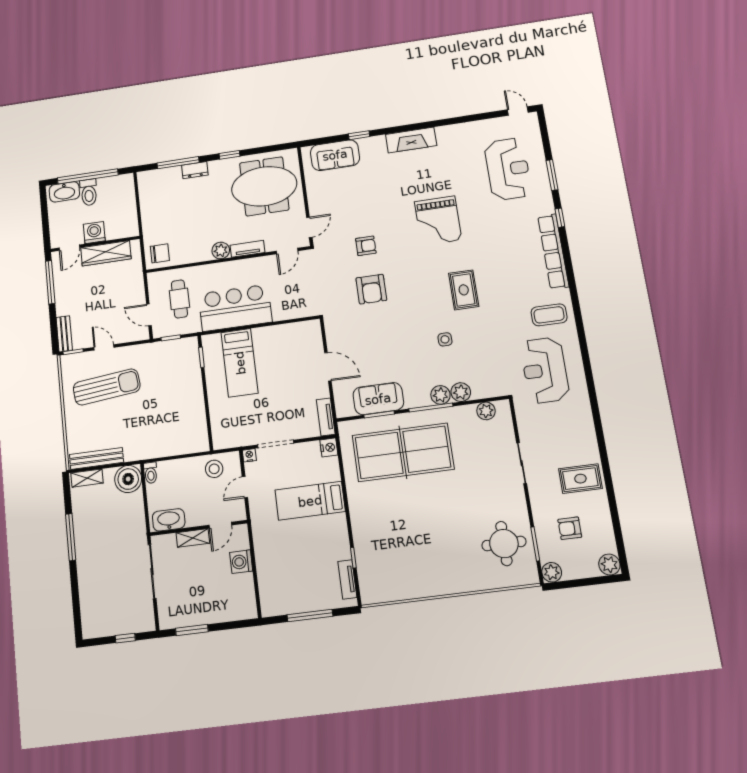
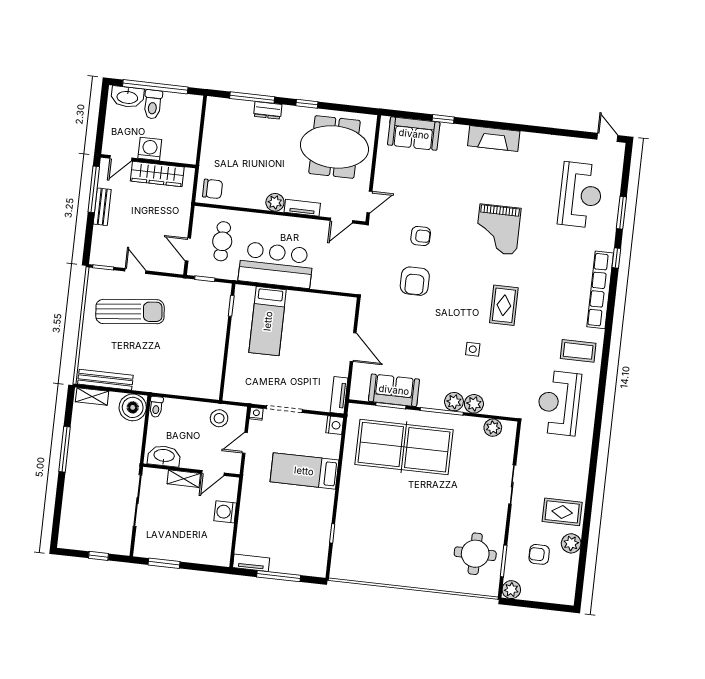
bench: (64, 334) -> (102, 207), moved
plant: (609, 565) -> (571, 543), moved
tv unit: (347, 579) -> (251, 563), moved, turned 90

